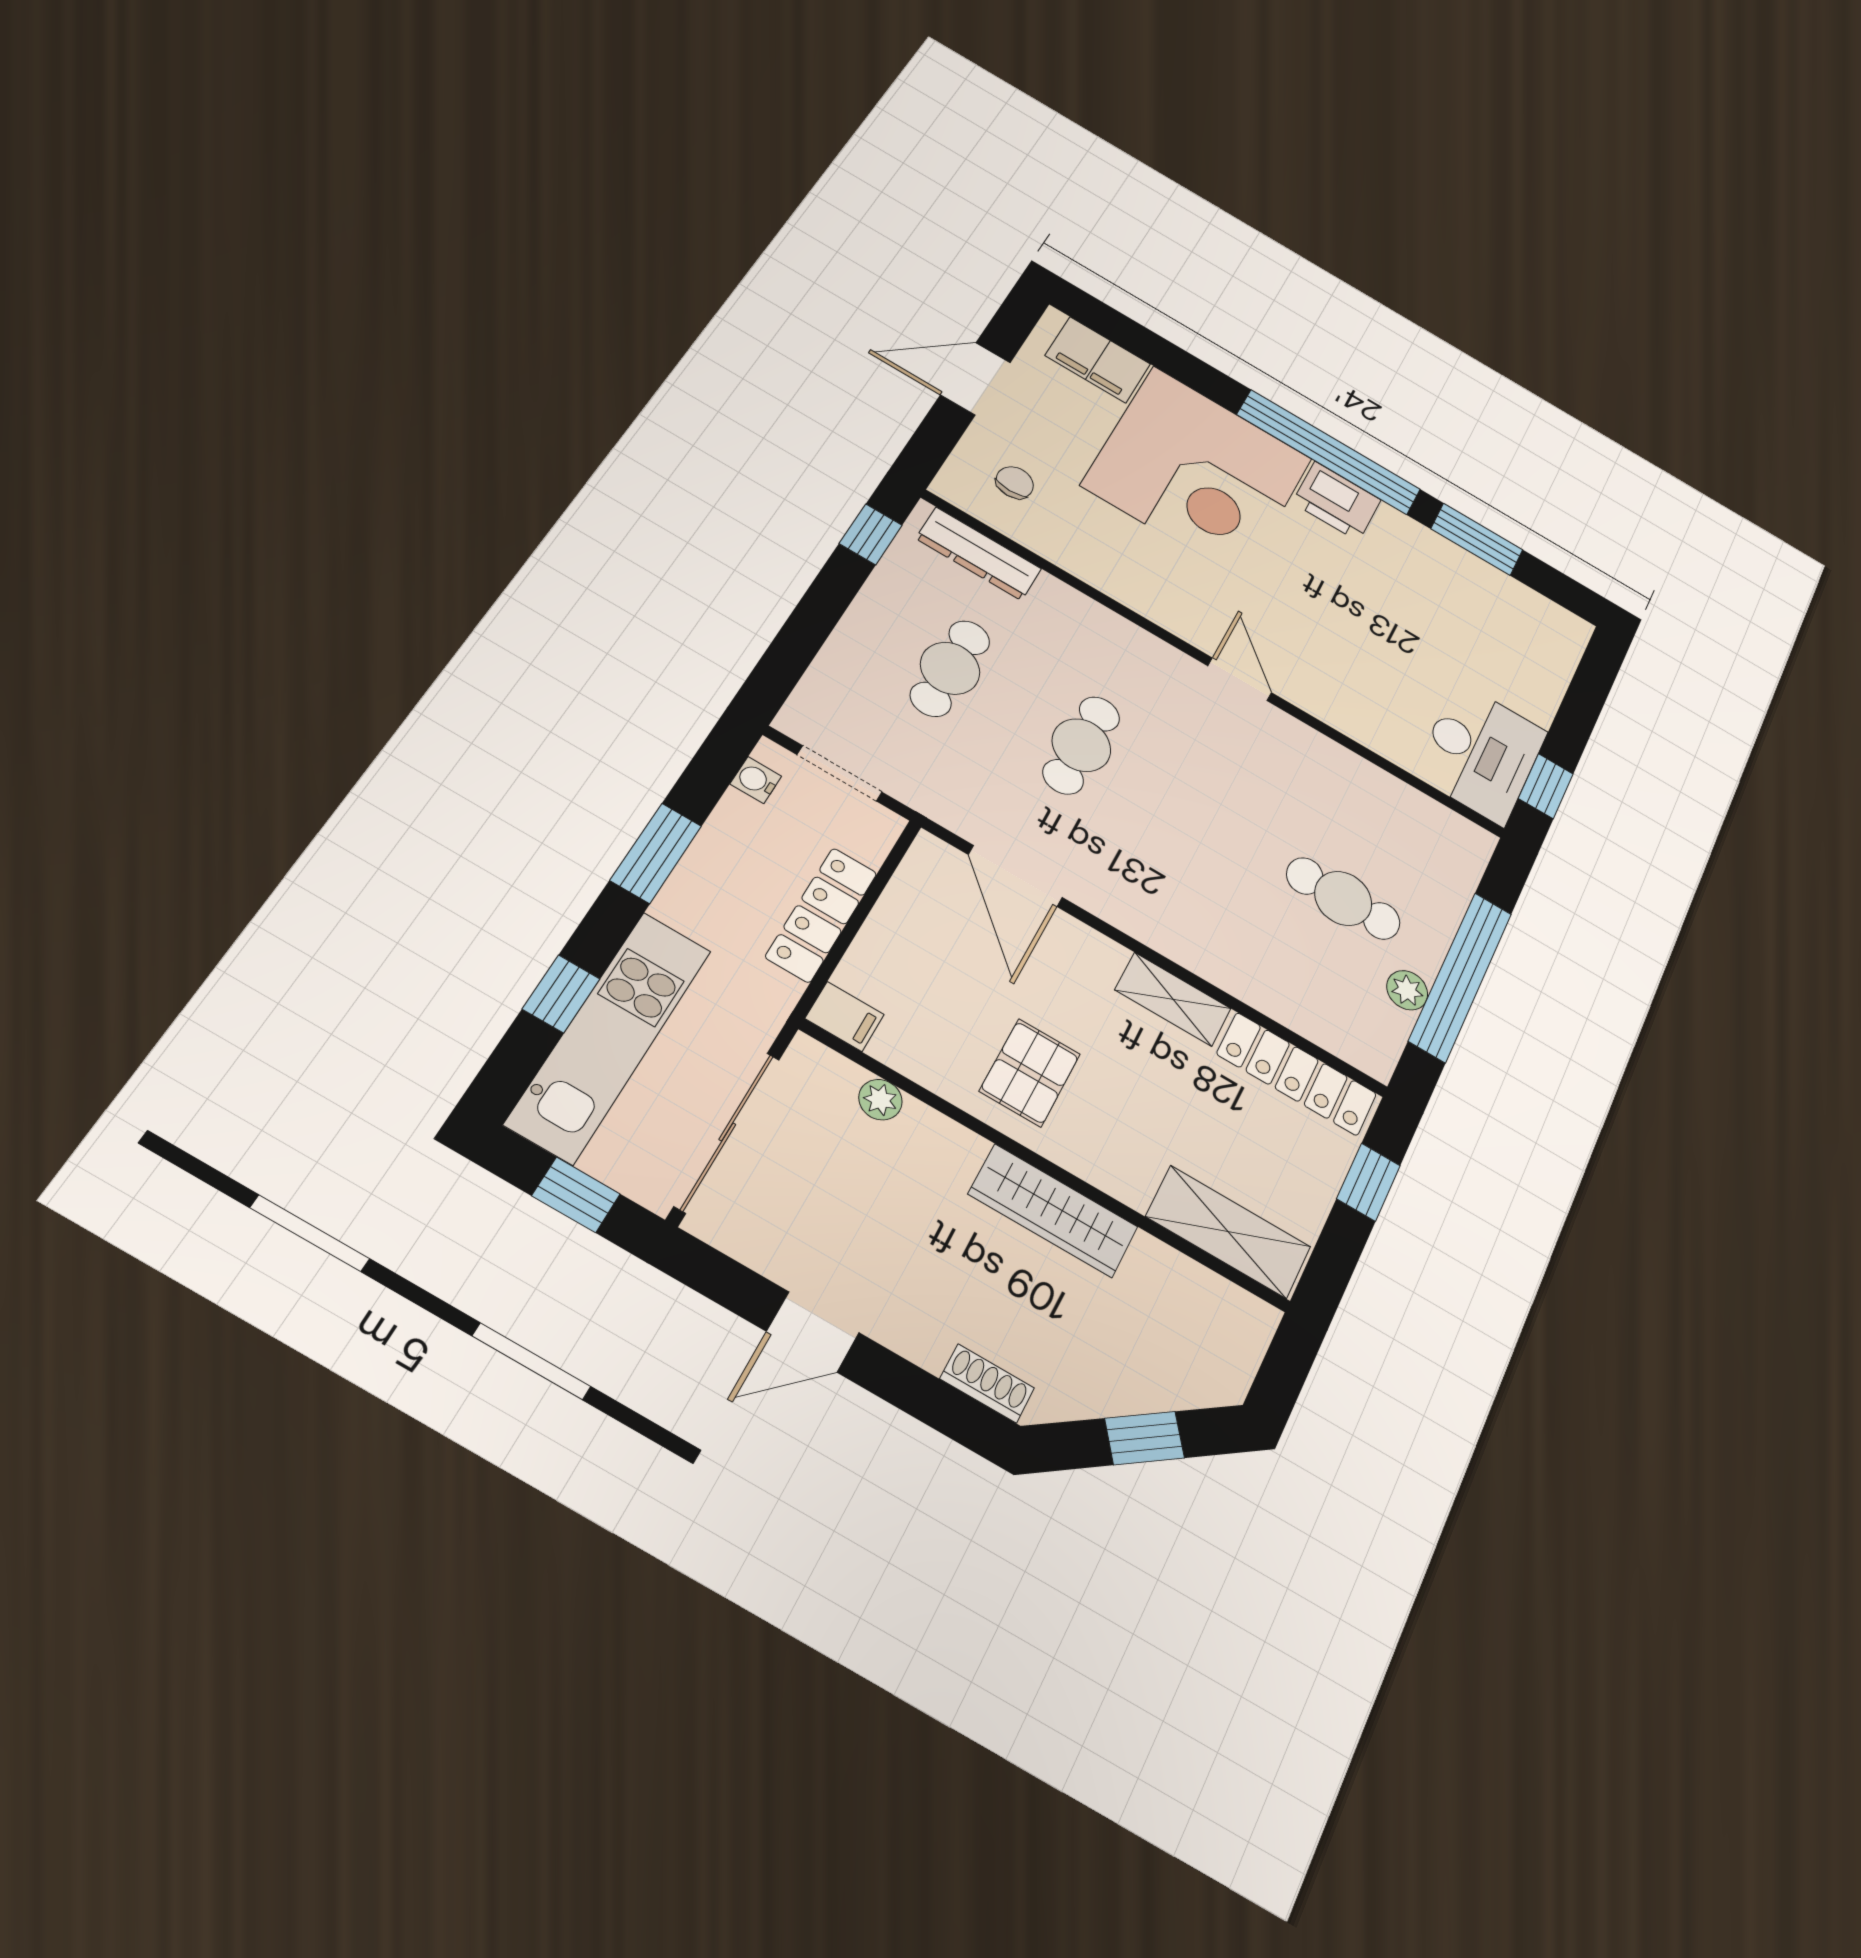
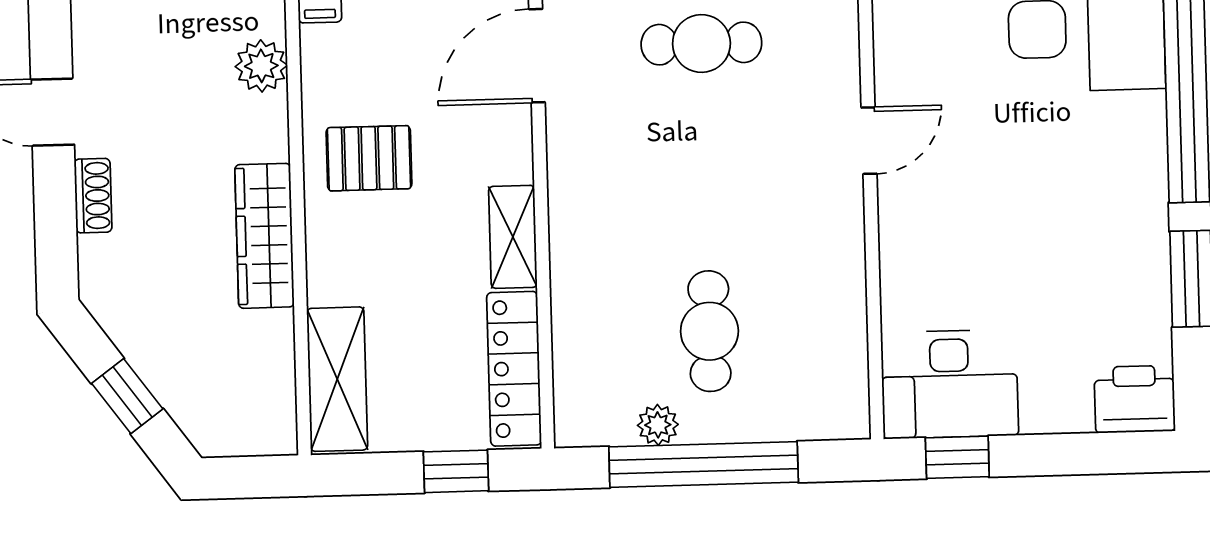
printer: (1337, 501) -> (1135, 399), moved, turned 90
plant: (880, 1100) -> (261, 66), width x1.38, depth x1.38
shoe rack: (987, 1383) -> (93, 196), moved

